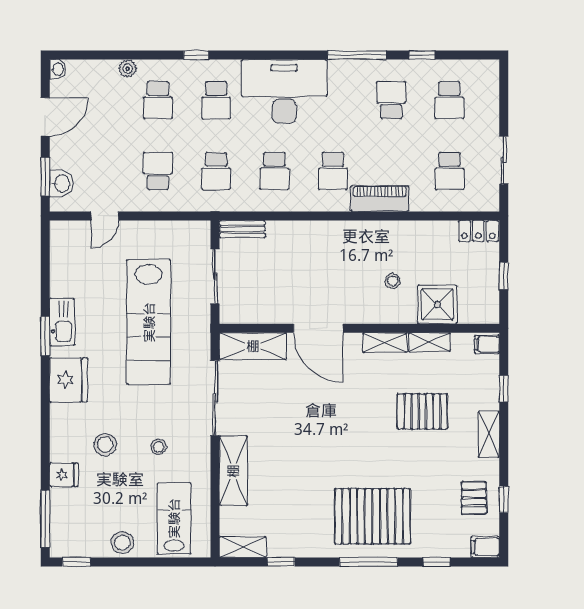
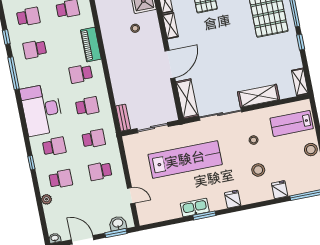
school desk: (333, 171) -> (81, 74), turned 180
fridge: (69, 380) -> (233, 199), width x0.53, depth x0.75
window: (281, 562) -> (301, 42), moved

